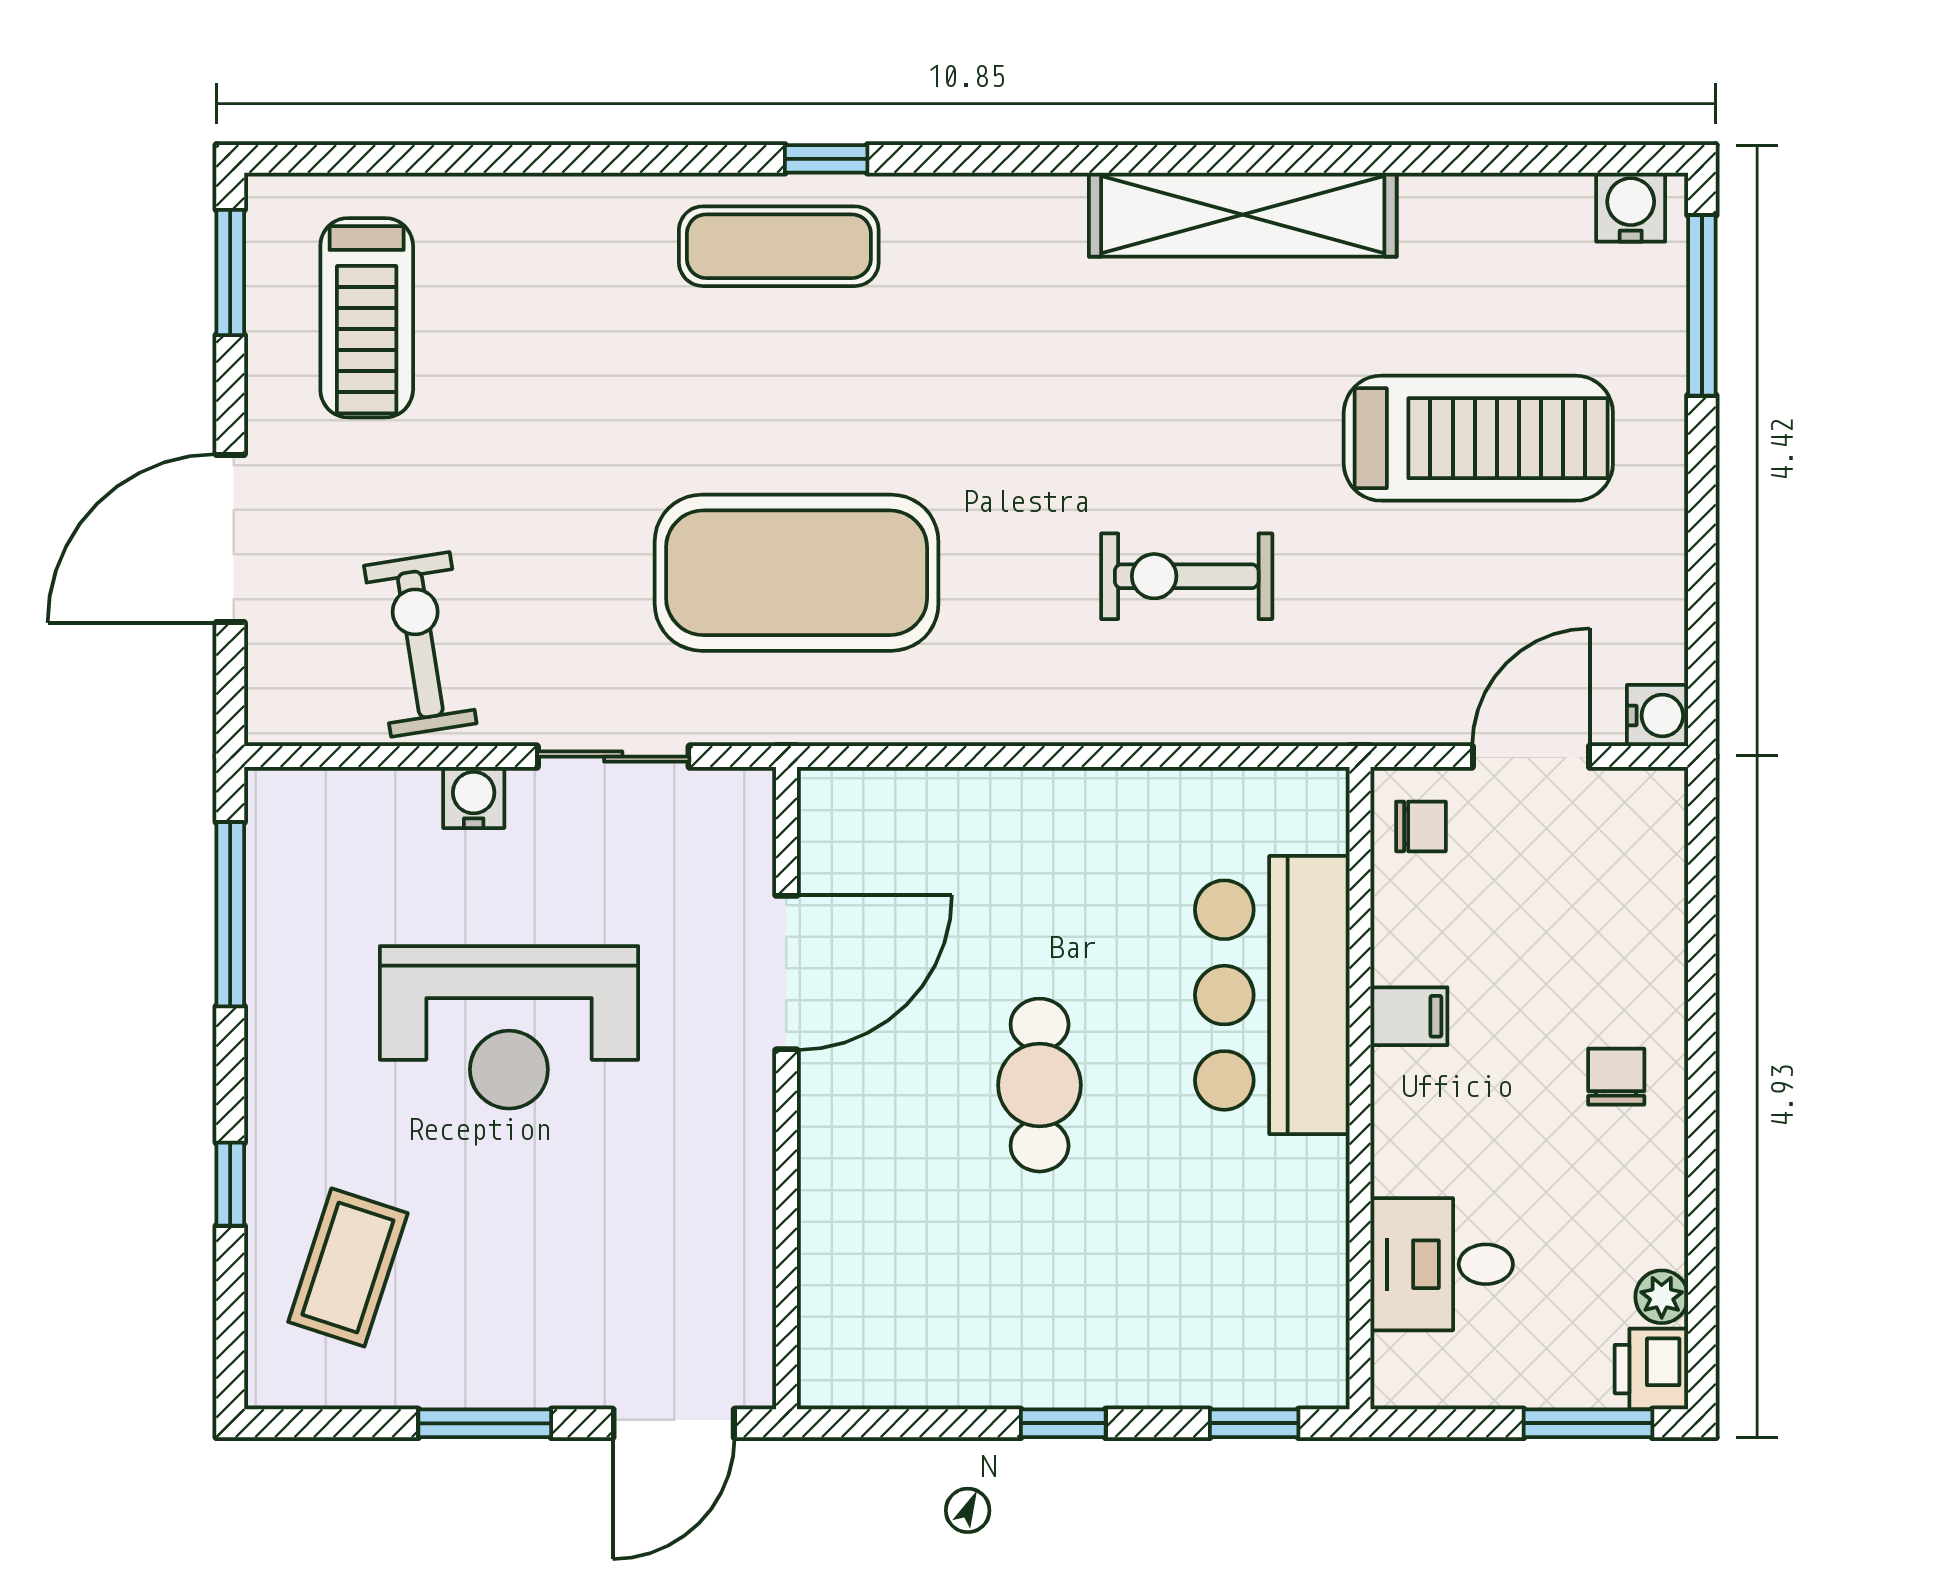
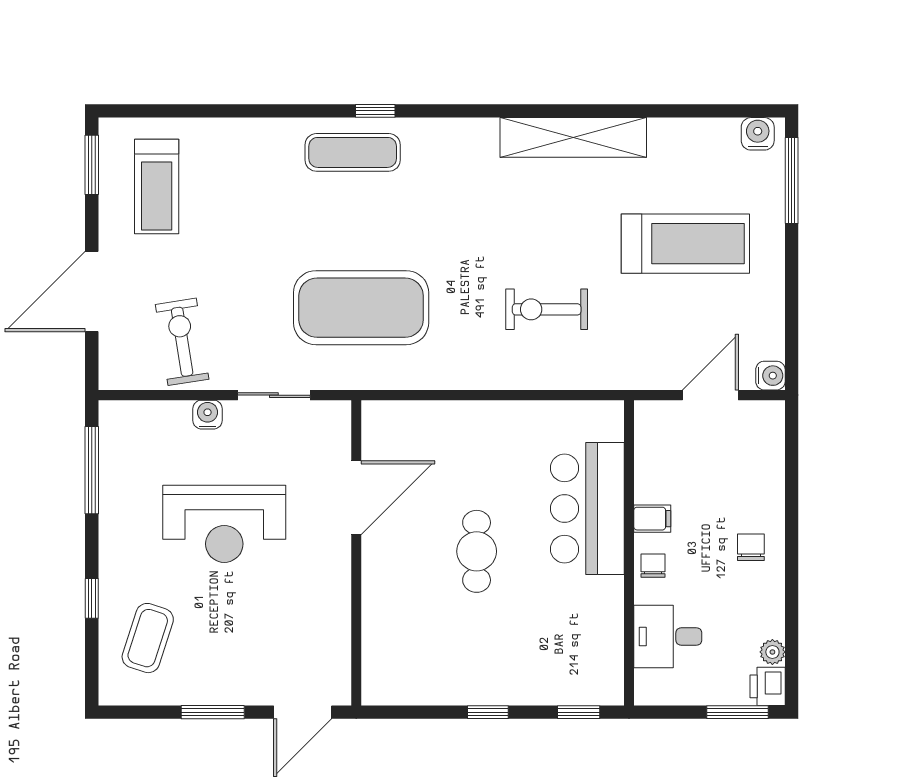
chair: (1421, 826) -> (653, 566), moved, turned -90

